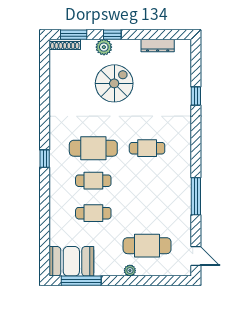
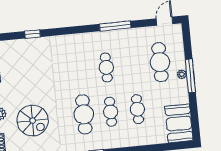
spiral stairs: (114, 83) -> (33, 121), moved, turned 180
cafe table: (147, 148) -> (106, 67), moved
window: (81, 281) -> (190, 76), moved

